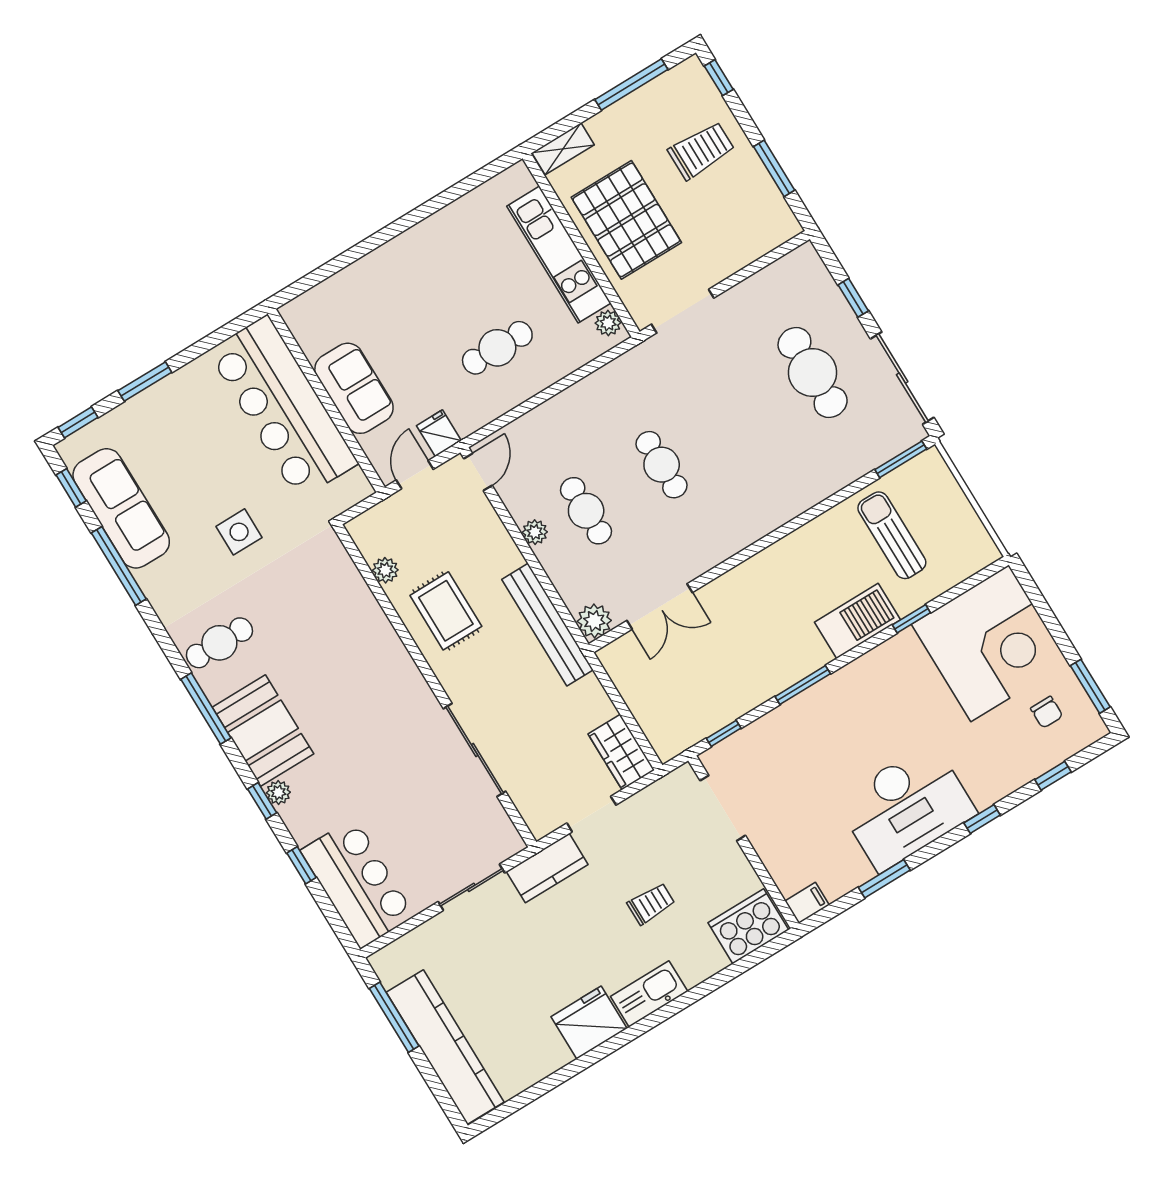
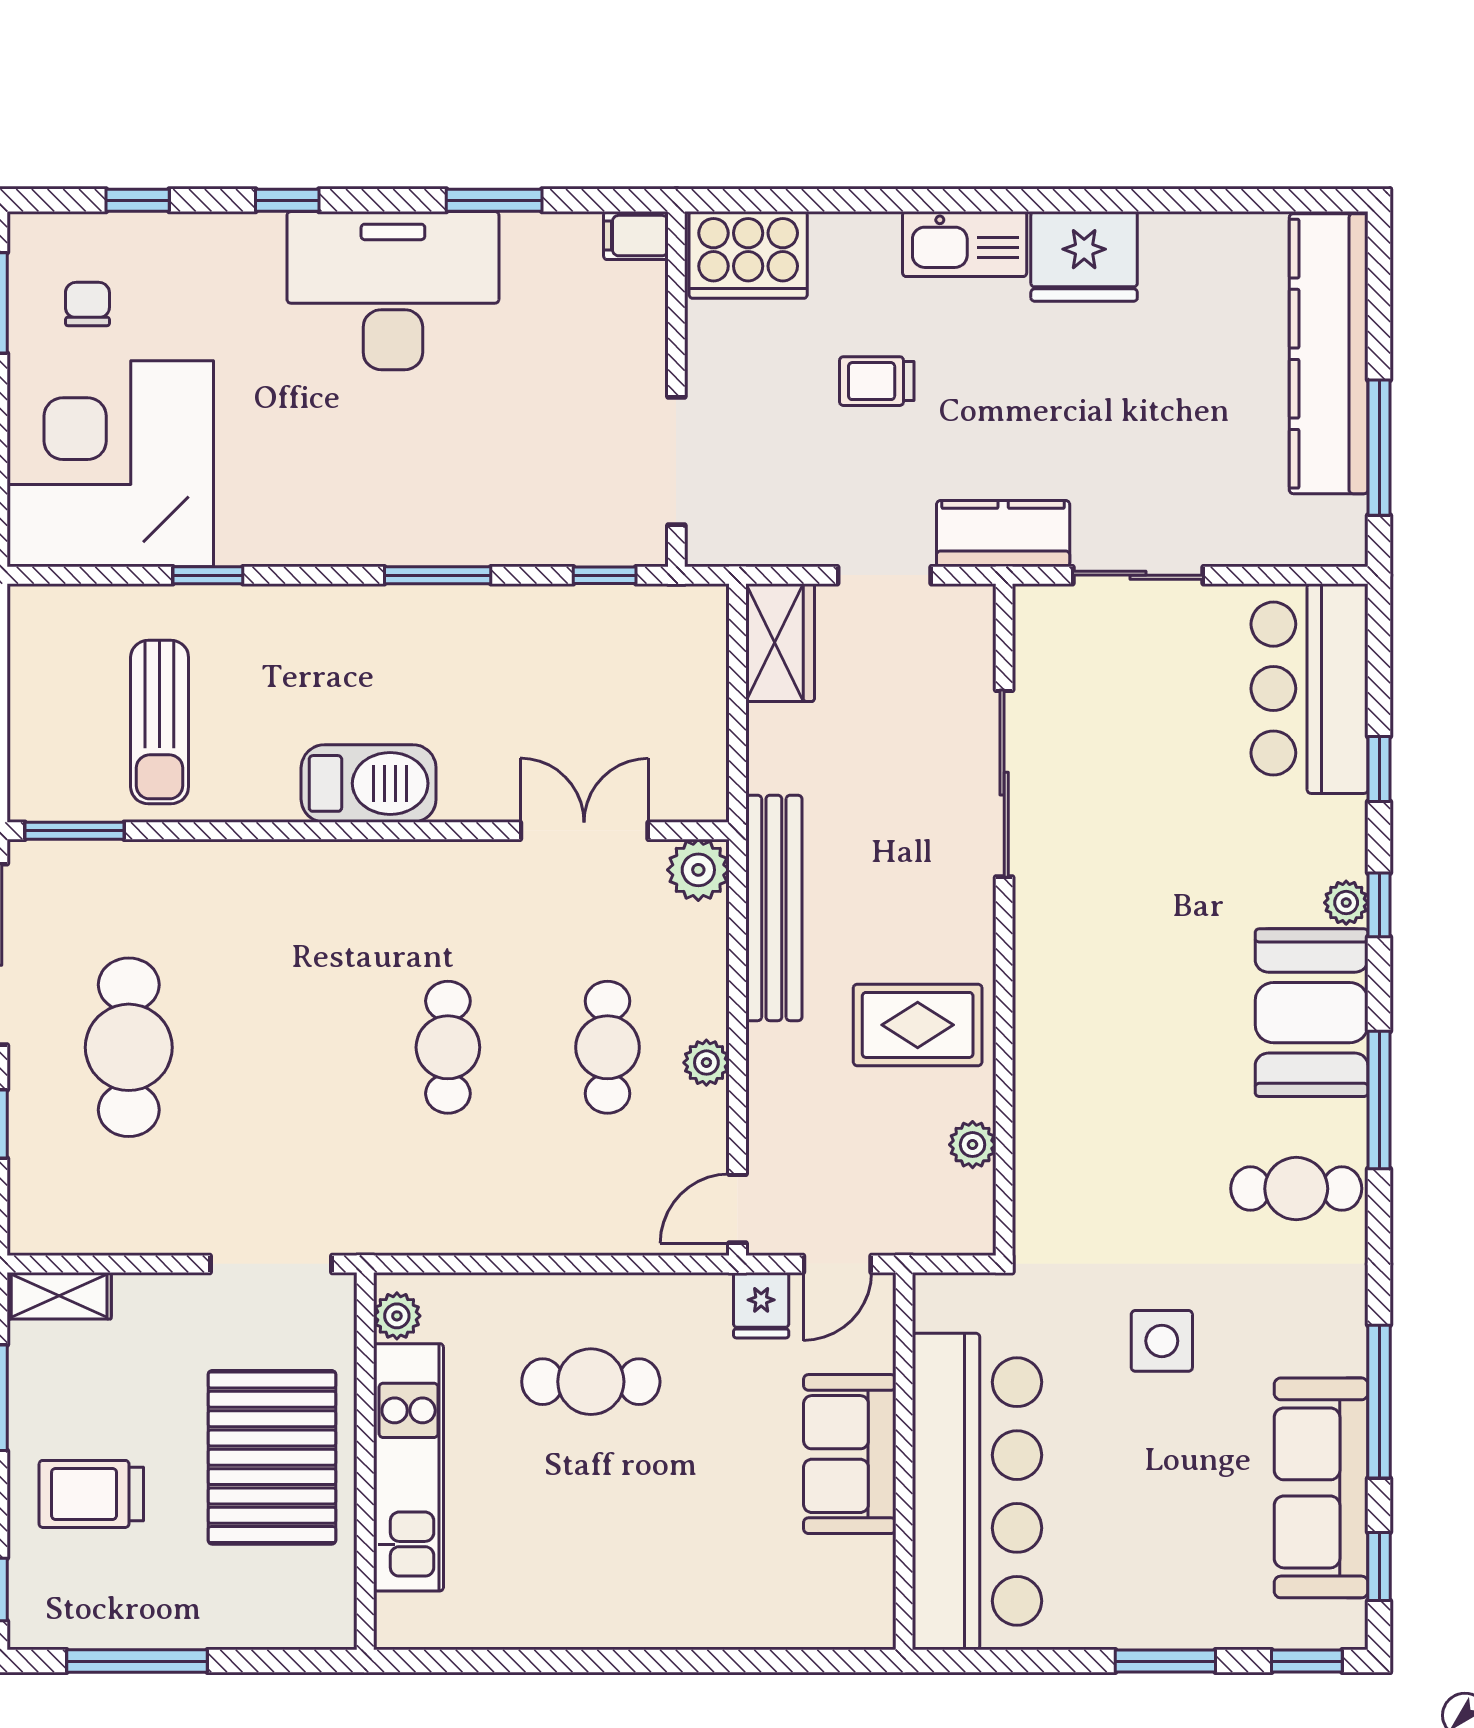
shelving: (563, 149) -> (59, 1296), moved
rug: (446, 611) -> (918, 1025), turned 90
barbecue: (857, 621) -> (369, 783), moved, turned 180

